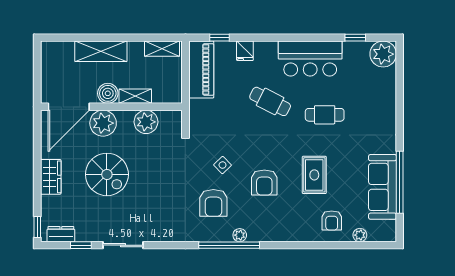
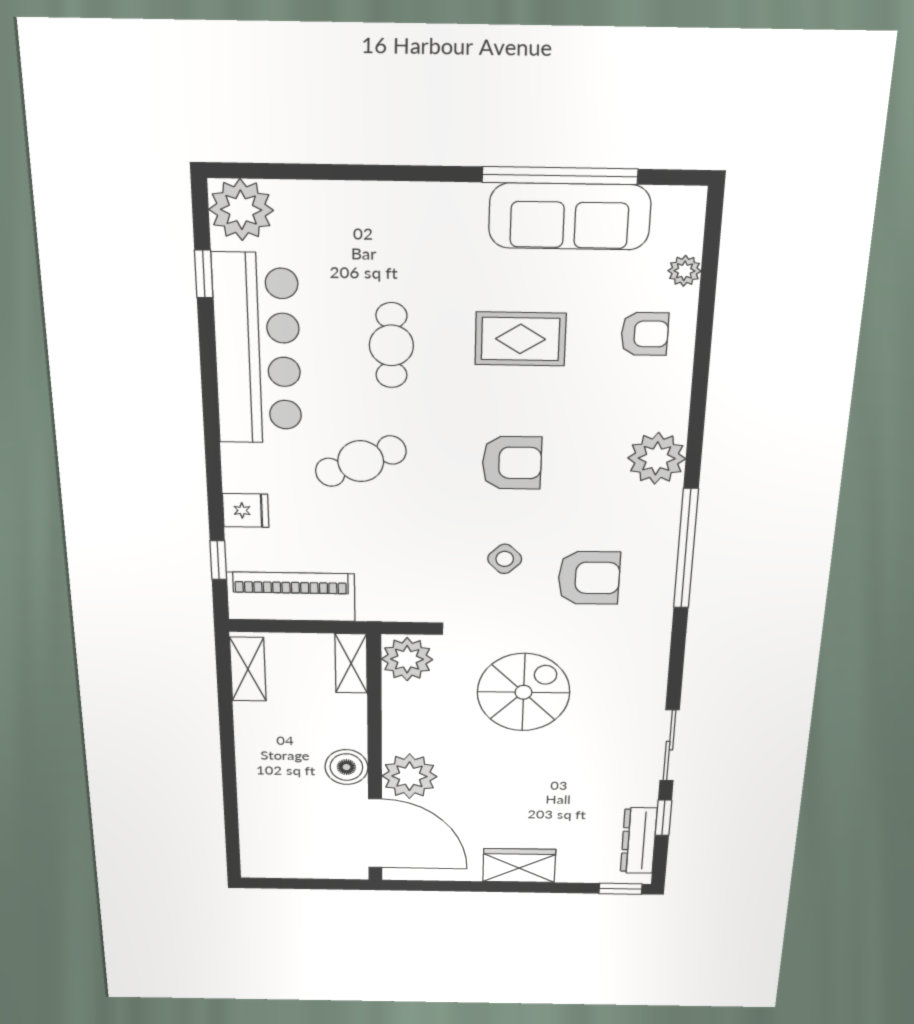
shelving: (101, 51) -> (258, 777), removed
bar counter: (310, 59) -> (257, 350), width x1.36
shelving: (135, 96) -> (351, 663), moved
cafe table: (270, 101) -> (361, 461), turned 40
plant: (146, 122) -> (407, 659), moved
spiral stairs: (107, 174) -> (523, 692), moved
rug: (314, 175) -> (520, 339), moved
armchair: (264, 183) -> (512, 463), moved
dresser: (61, 234) -> (639, 841), width x1.44
plant: (240, 235) -> (657, 458), moved, width x1.88, depth x1.88

